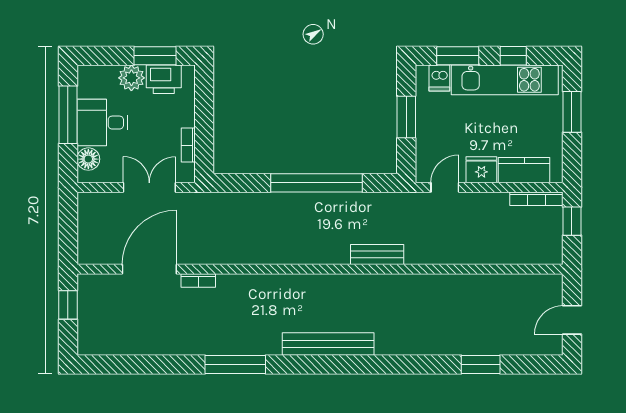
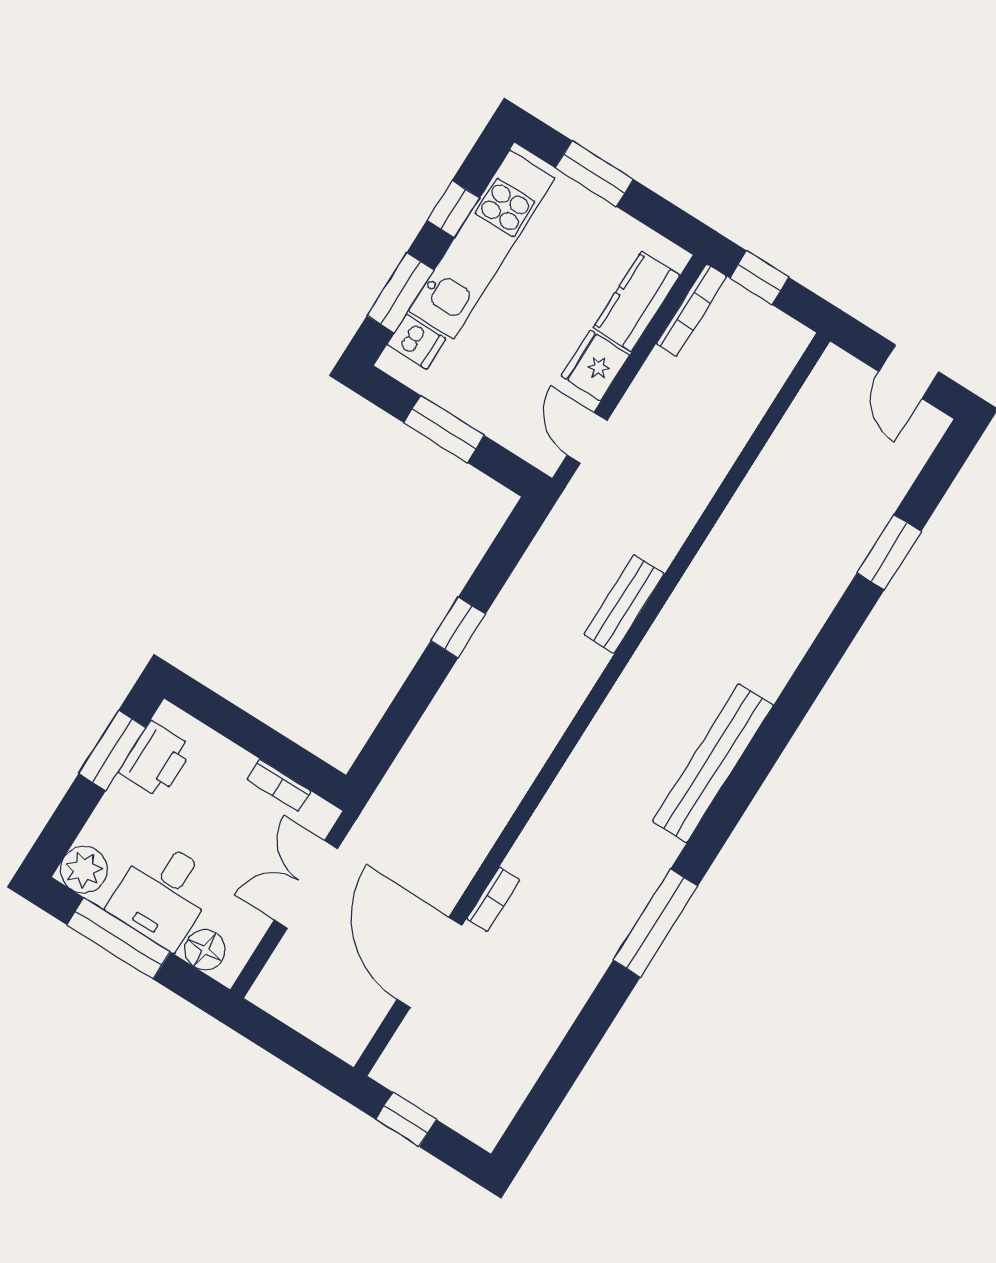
plant: (131, 78) -> (84, 870), moved
window: (316, 183) -> (458, 627), width x0.32

